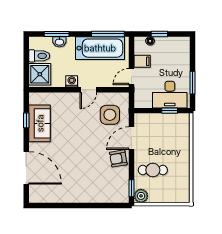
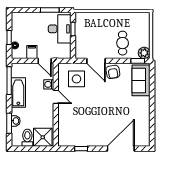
bathtub: (100, 48) -> (18, 93), width x0.73, depth x0.73
washing machine: (72, 81) -> (49, 84), moved
sofa: (40, 123) -> (141, 80), moved, turned -90

